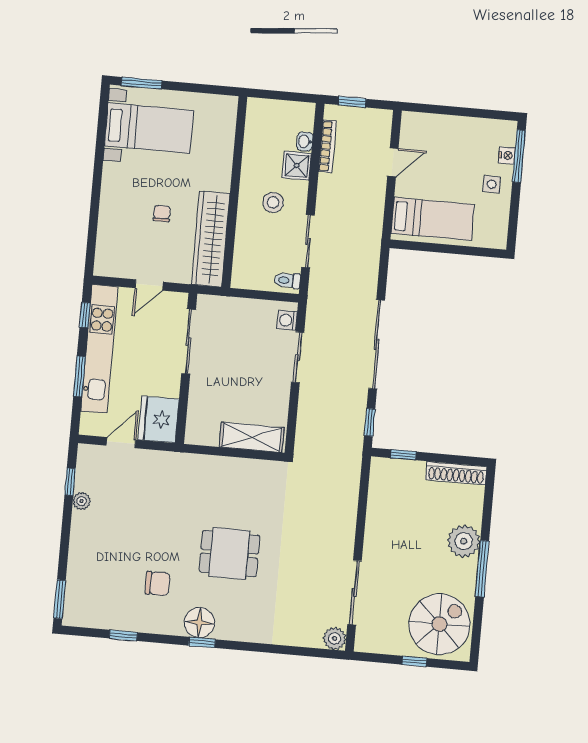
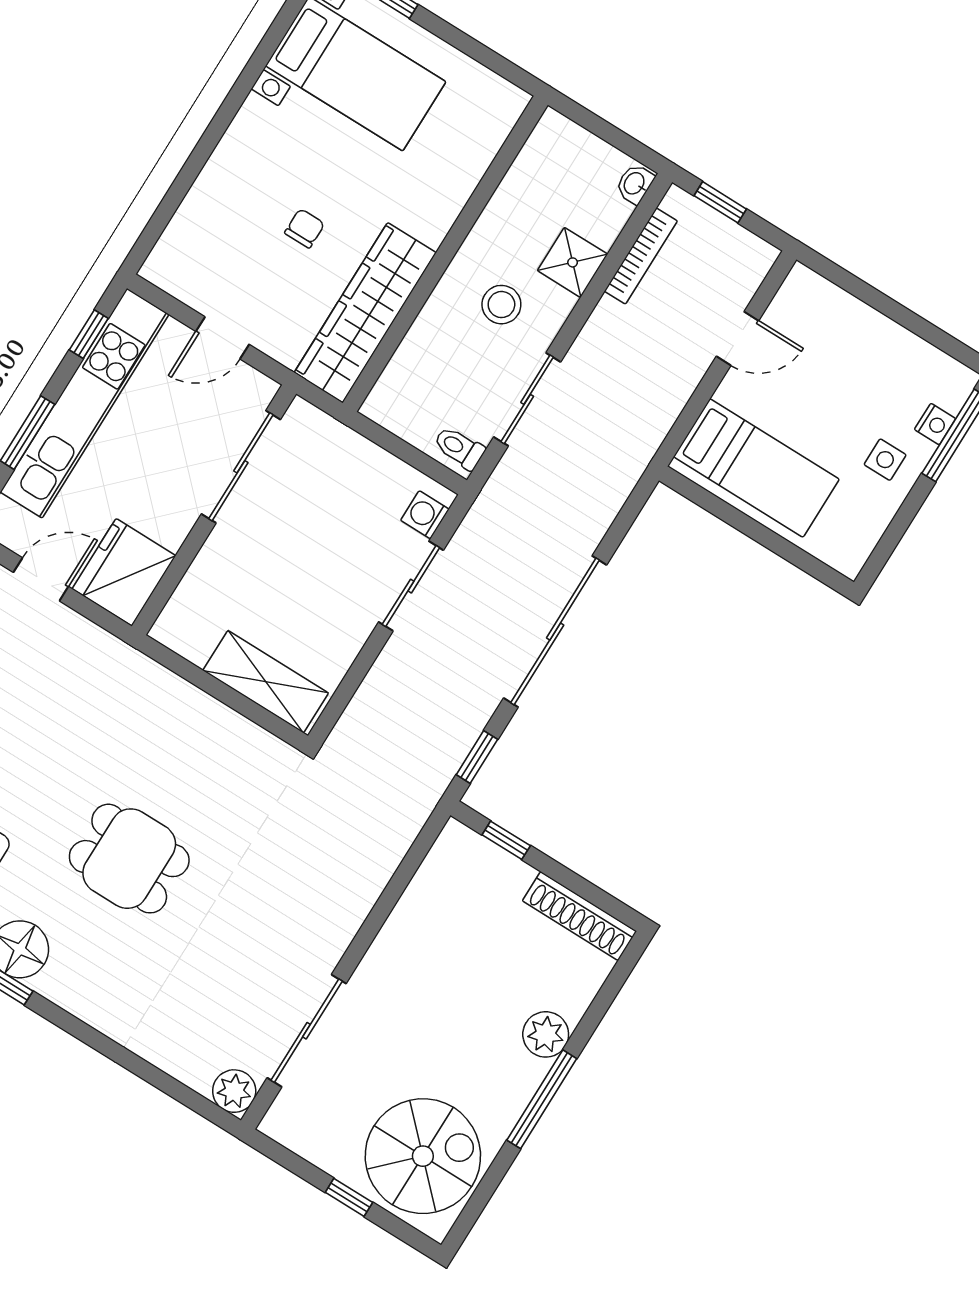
washbasin: (305, 141) -> (635, 184), moved
plant: (464, 541) -> (546, 1034), width x0.73, depth x0.73

